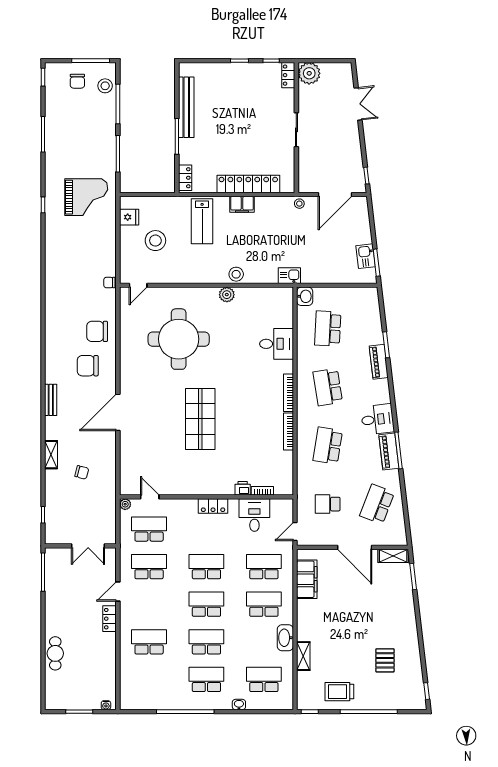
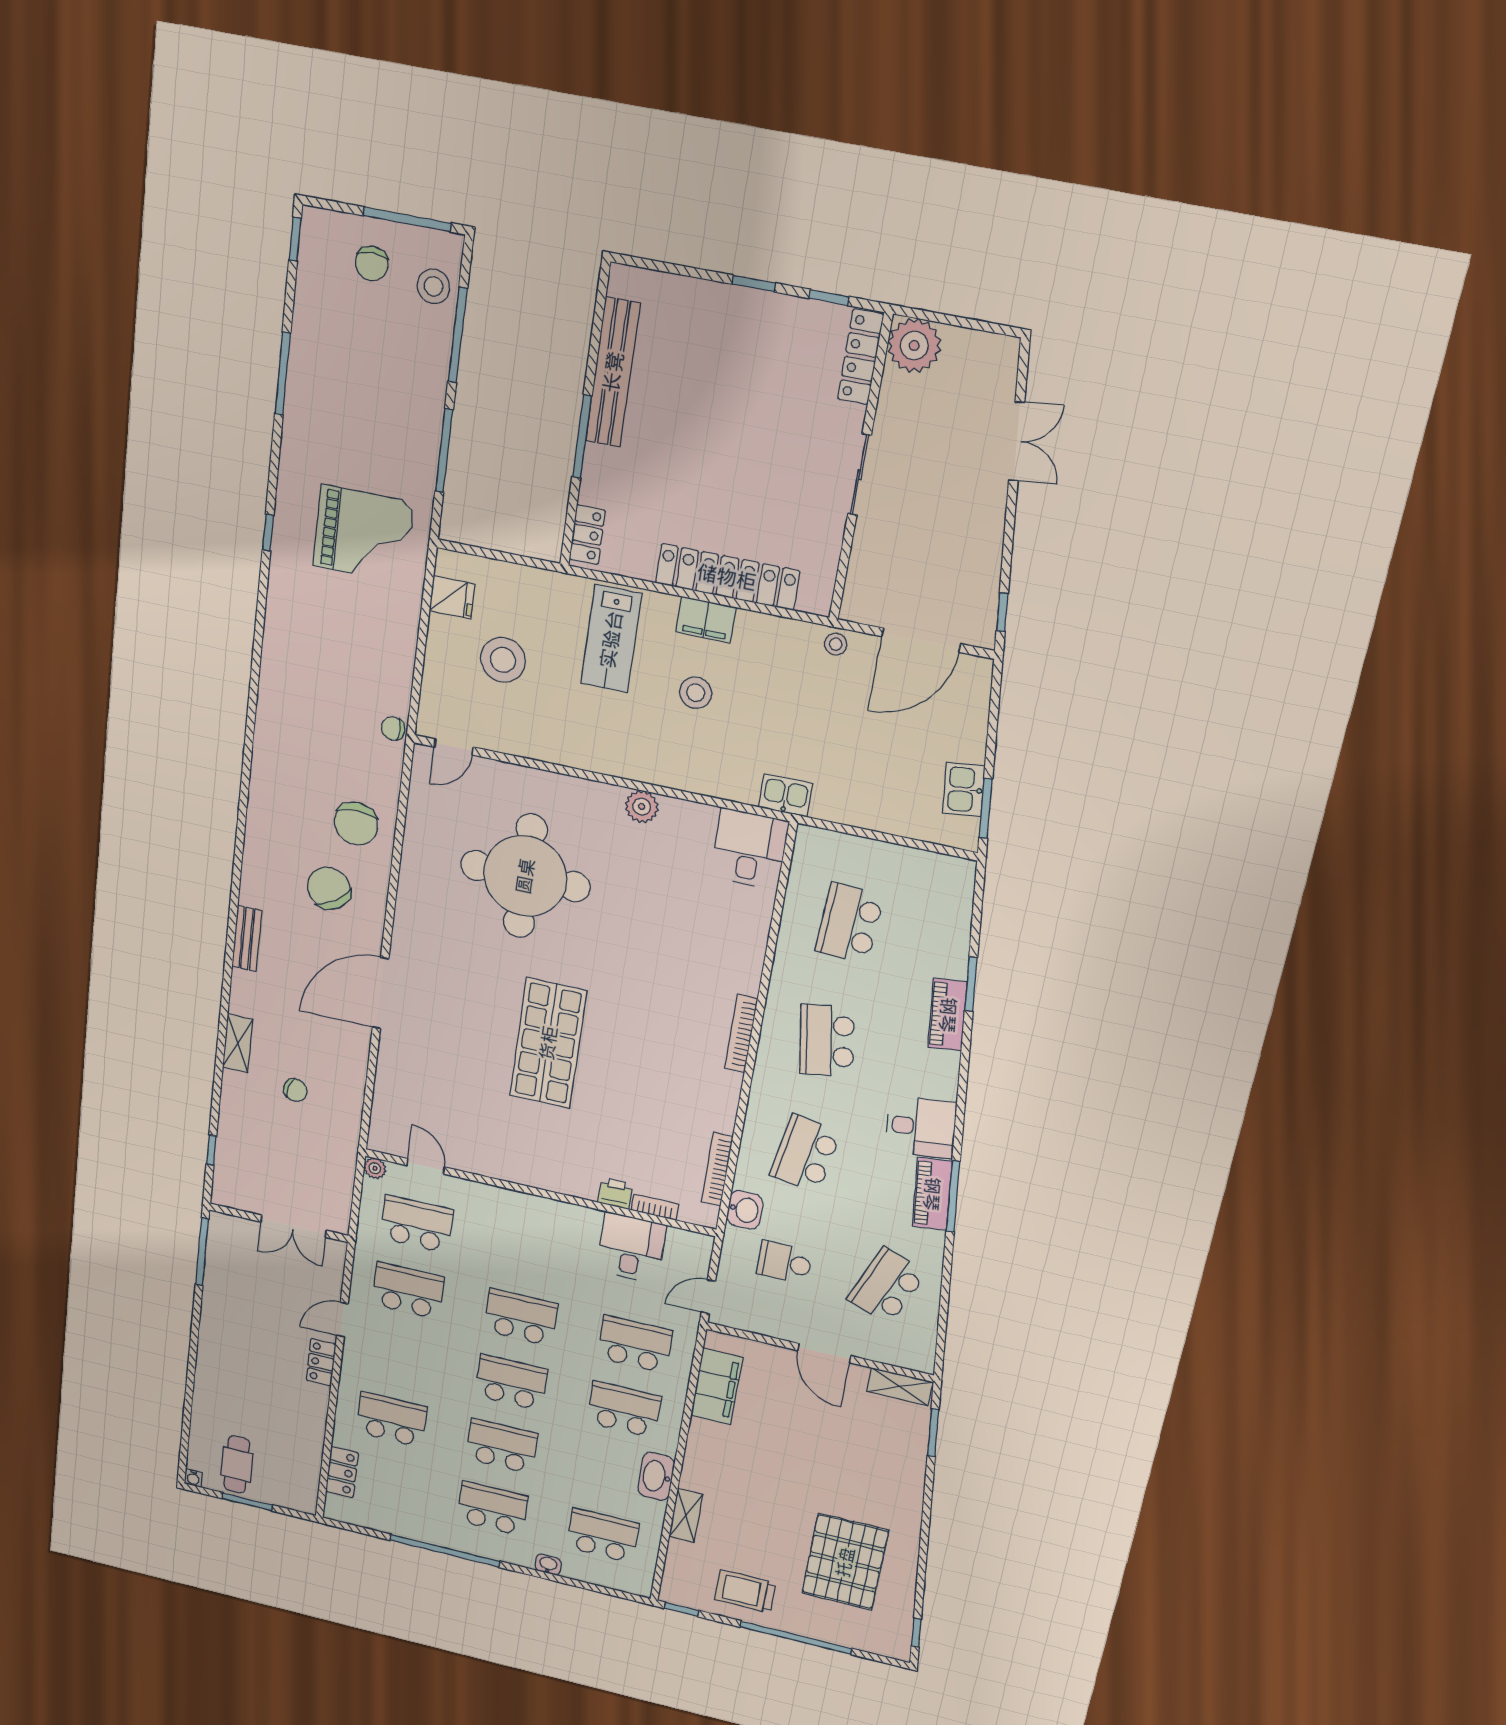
locker: (288, 75) -> (861, 357), width x1.53
stool: (236, 274) -> (696, 693), moved
washbasin: (305, 296) -> (745, 1210), moved
chair: (97, 331) -> (356, 824), turned -90
desk: (276, 344) -> (749, 849), moved, turned -90
chair: (88, 366) -> (329, 888), turned 55
bookcase: (289, 431) -> (717, 1169), moved
locker: (213, 506) -> (342, 1472), moved, turned -90
door: (355, 547) -> (824, 1353), width x0.73
cafe table: (55, 653) -> (237, 1464), moved
pallet: (385, 660) -> (845, 1562), width x2.05, depth x2.00
water cooler: (106, 705) -> (193, 1478), moved

